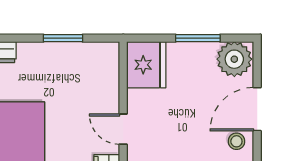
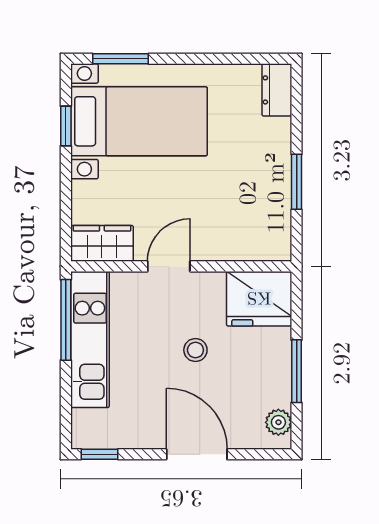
plant: (234, 59) -> (278, 422), width x0.53, depth x0.53
stool: (236, 141) -> (195, 350), moved

